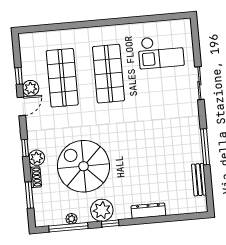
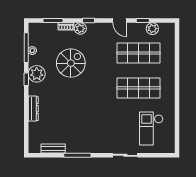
plant: (31, 88) -> (152, 29), moved
spiral stairs: (84, 166) -> (71, 63), width x0.73, depth x0.73

